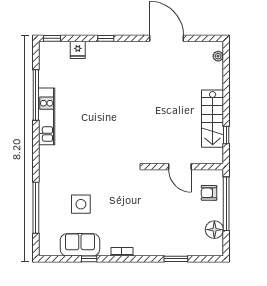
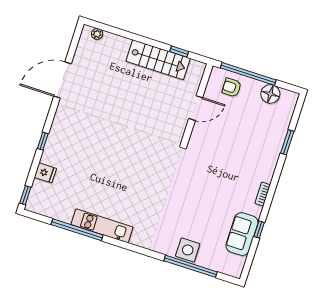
armchair: (209, 193) -> (232, 87), turned 90
side table: (81, 204) -> (188, 250), moved

